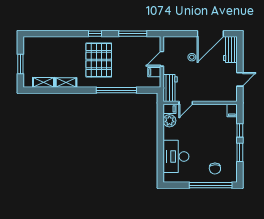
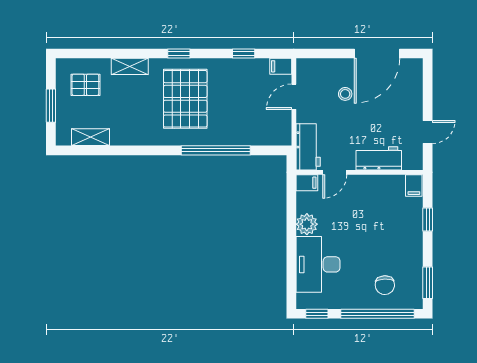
window: (133, 34) -> (244, 53), width x0.46
workbench: (230, 50) -> (379, 158), moved, turned 90
pallet: (41, 52) -> (85, 85), added
filing cabinet: (154, 72) -> (281, 66), moved
shelving: (66, 82) -> (130, 66), moved
plant: (169, 121) -> (307, 224), moved
window: (240, 152) -> (428, 283), moved
window: (175, 185) -> (317, 314), added

